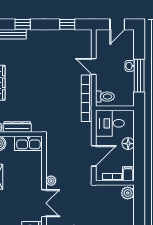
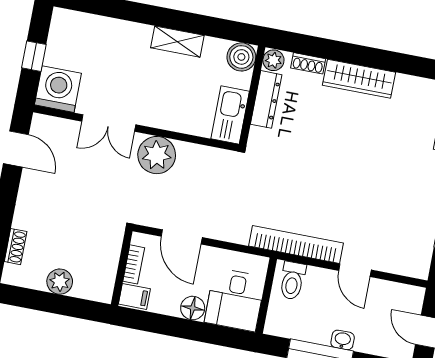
door: (94, 66) -> (355, 270), swing flipped
desk: (110, 123) -> (235, 300), moved, turned 180
plant: (51, 181) -> (157, 155), width x1.88, depth x1.88
plant: (128, 193) -> (60, 282), moved

